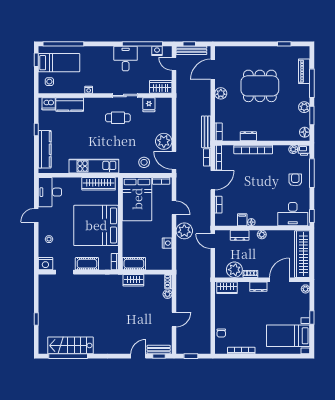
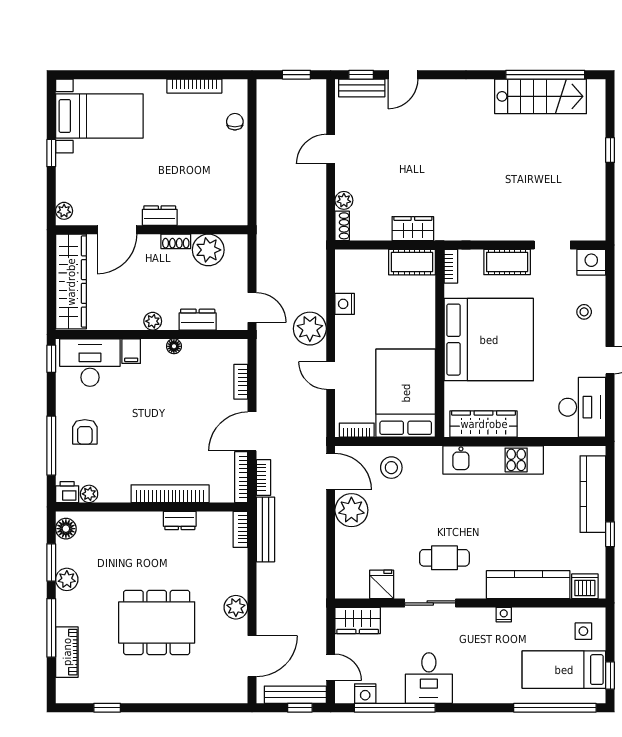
kitchen counter: (70, 105) -> (528, 585), width x1.50
filing cabinet: (242, 220) -> (131, 351), moved
wardrobe: (227, 288) -> (223, 213), removed

